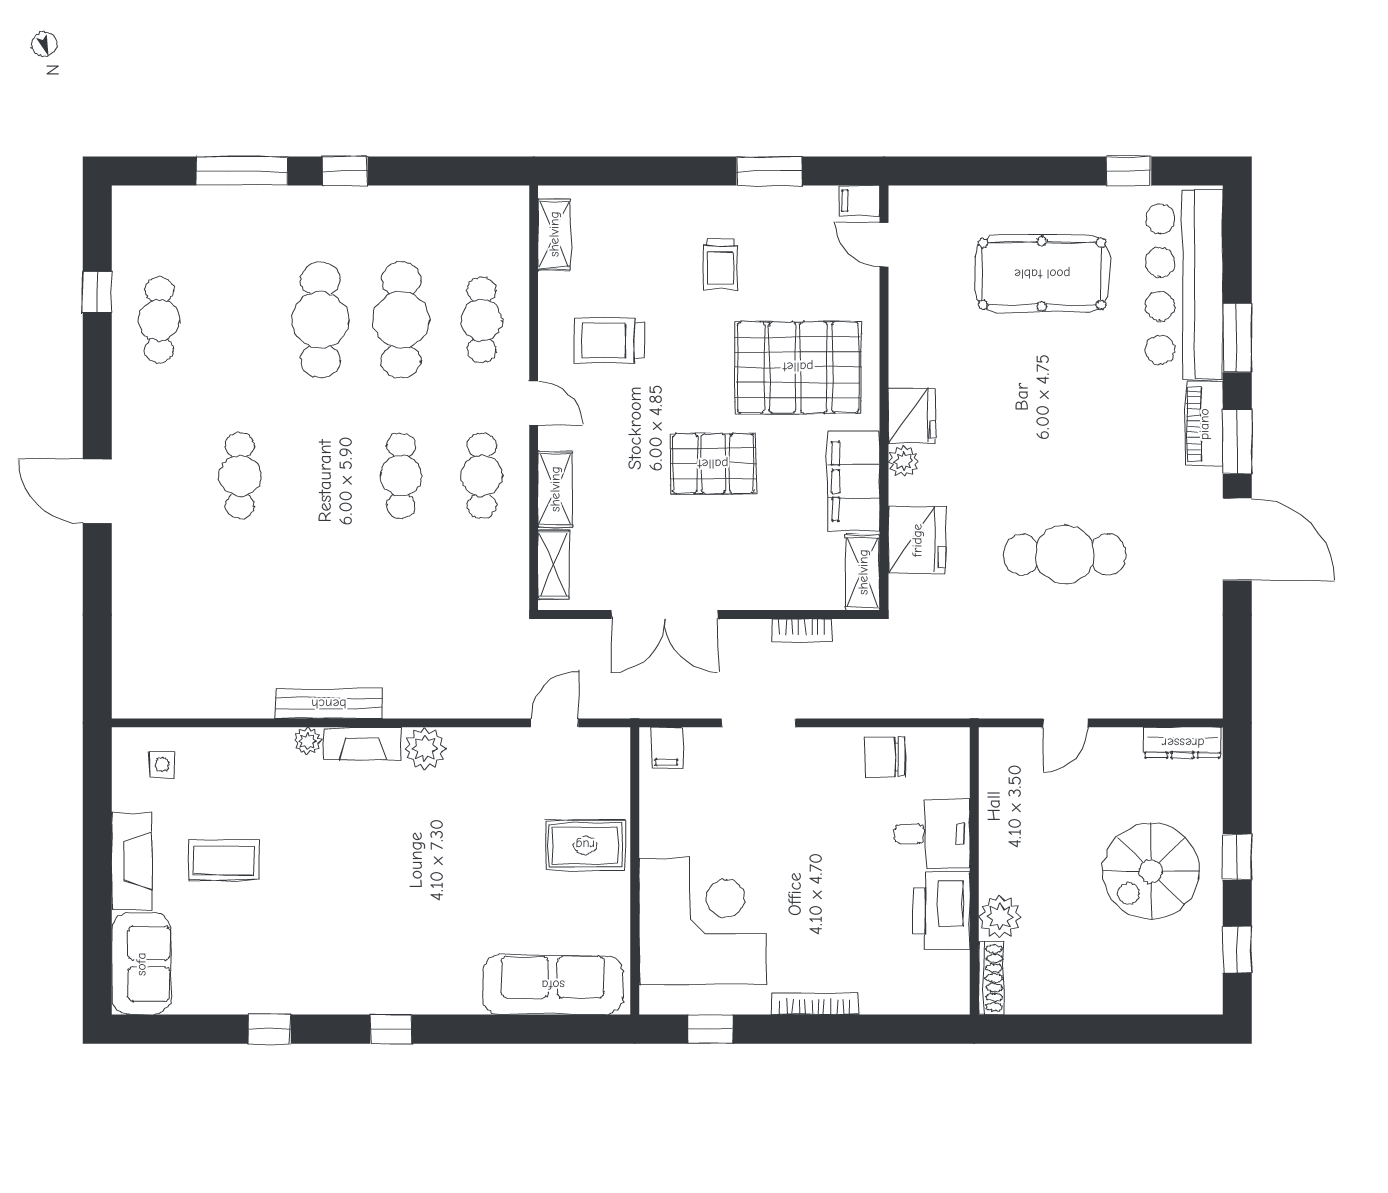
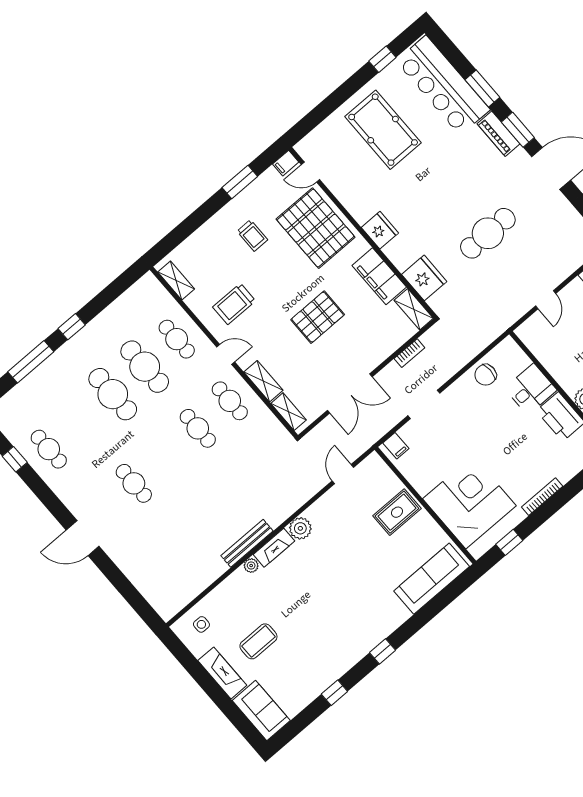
pool table: (1042, 274) -> (383, 130), turned 90
pallet: (798, 367) -> (316, 228), moved, turned 90
plant: (904, 461) -> (392, 251), removed

